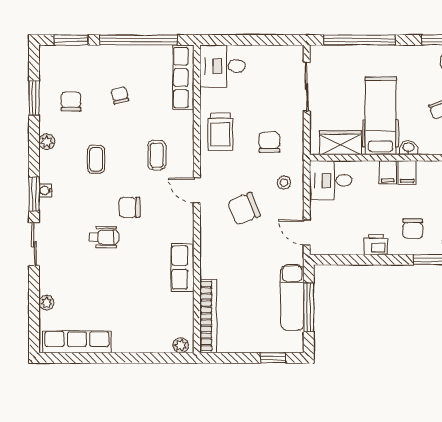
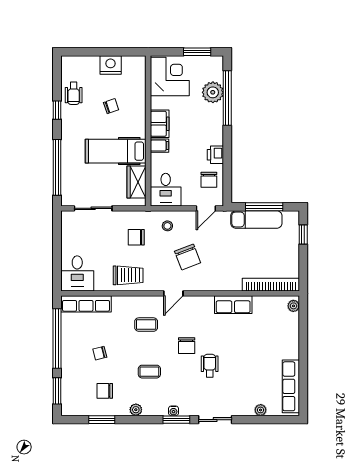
washbasin: (408, 148) -> (140, 129), removed
filing cabinet: (407, 173) -> (160, 124), width x2.00
chair: (413, 229) -> (209, 180), moved, turned 90

